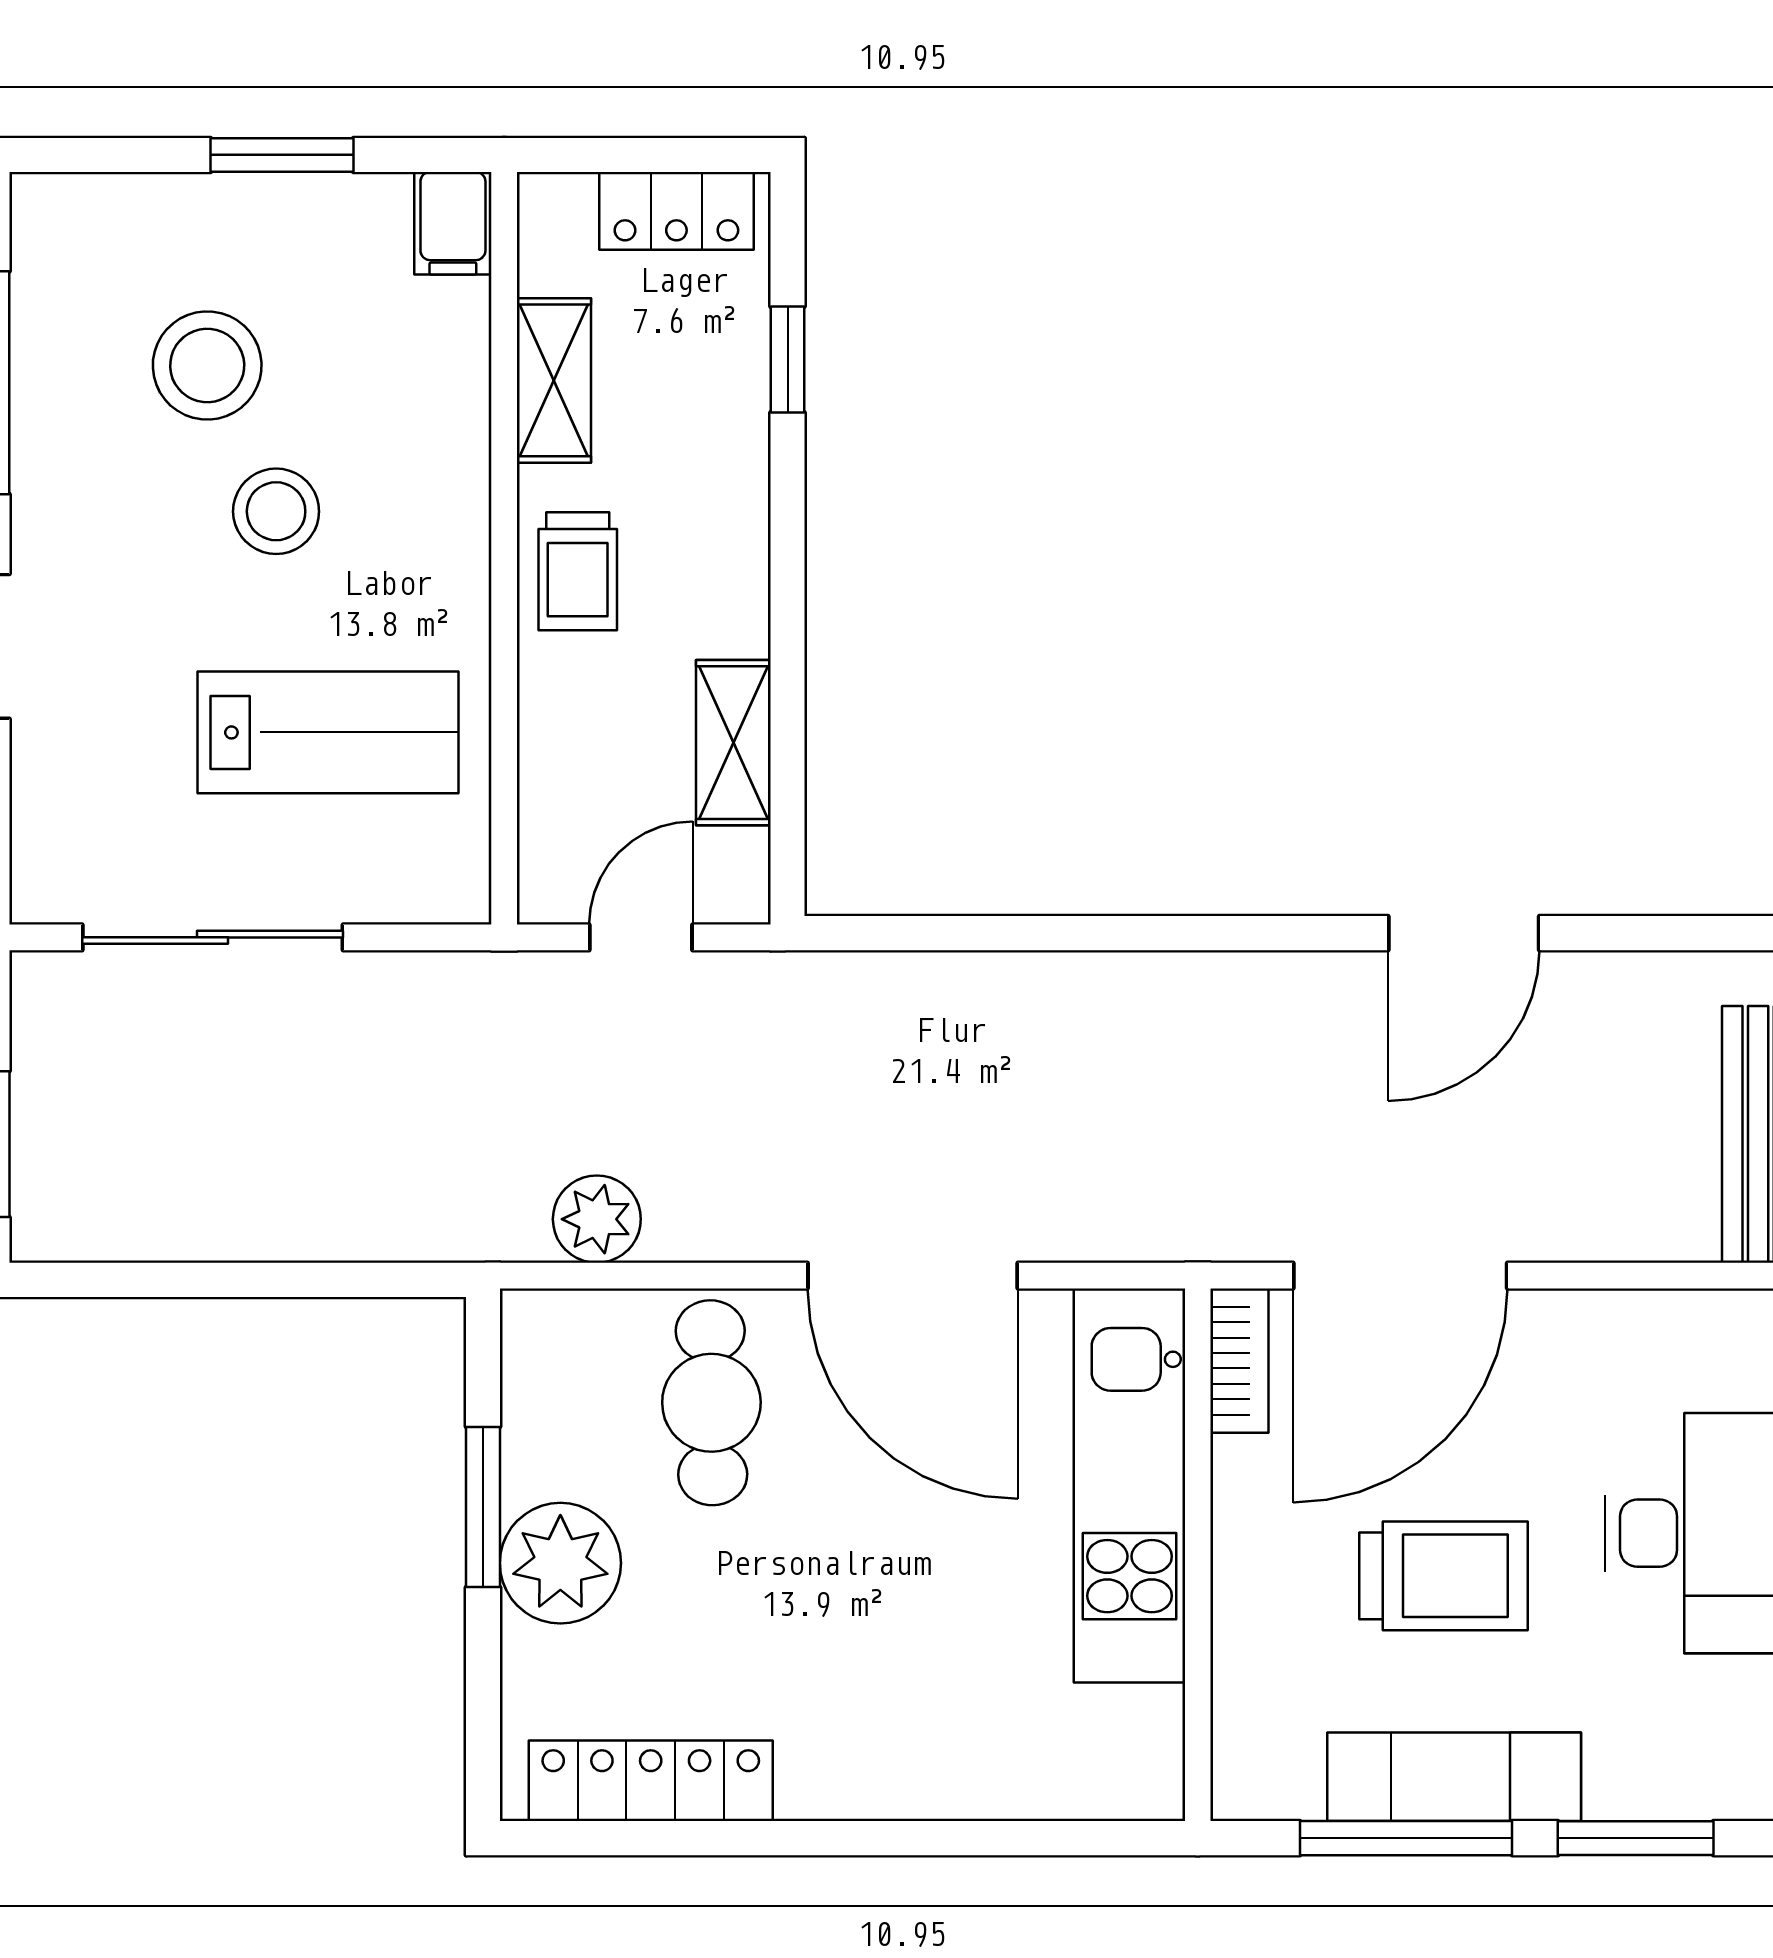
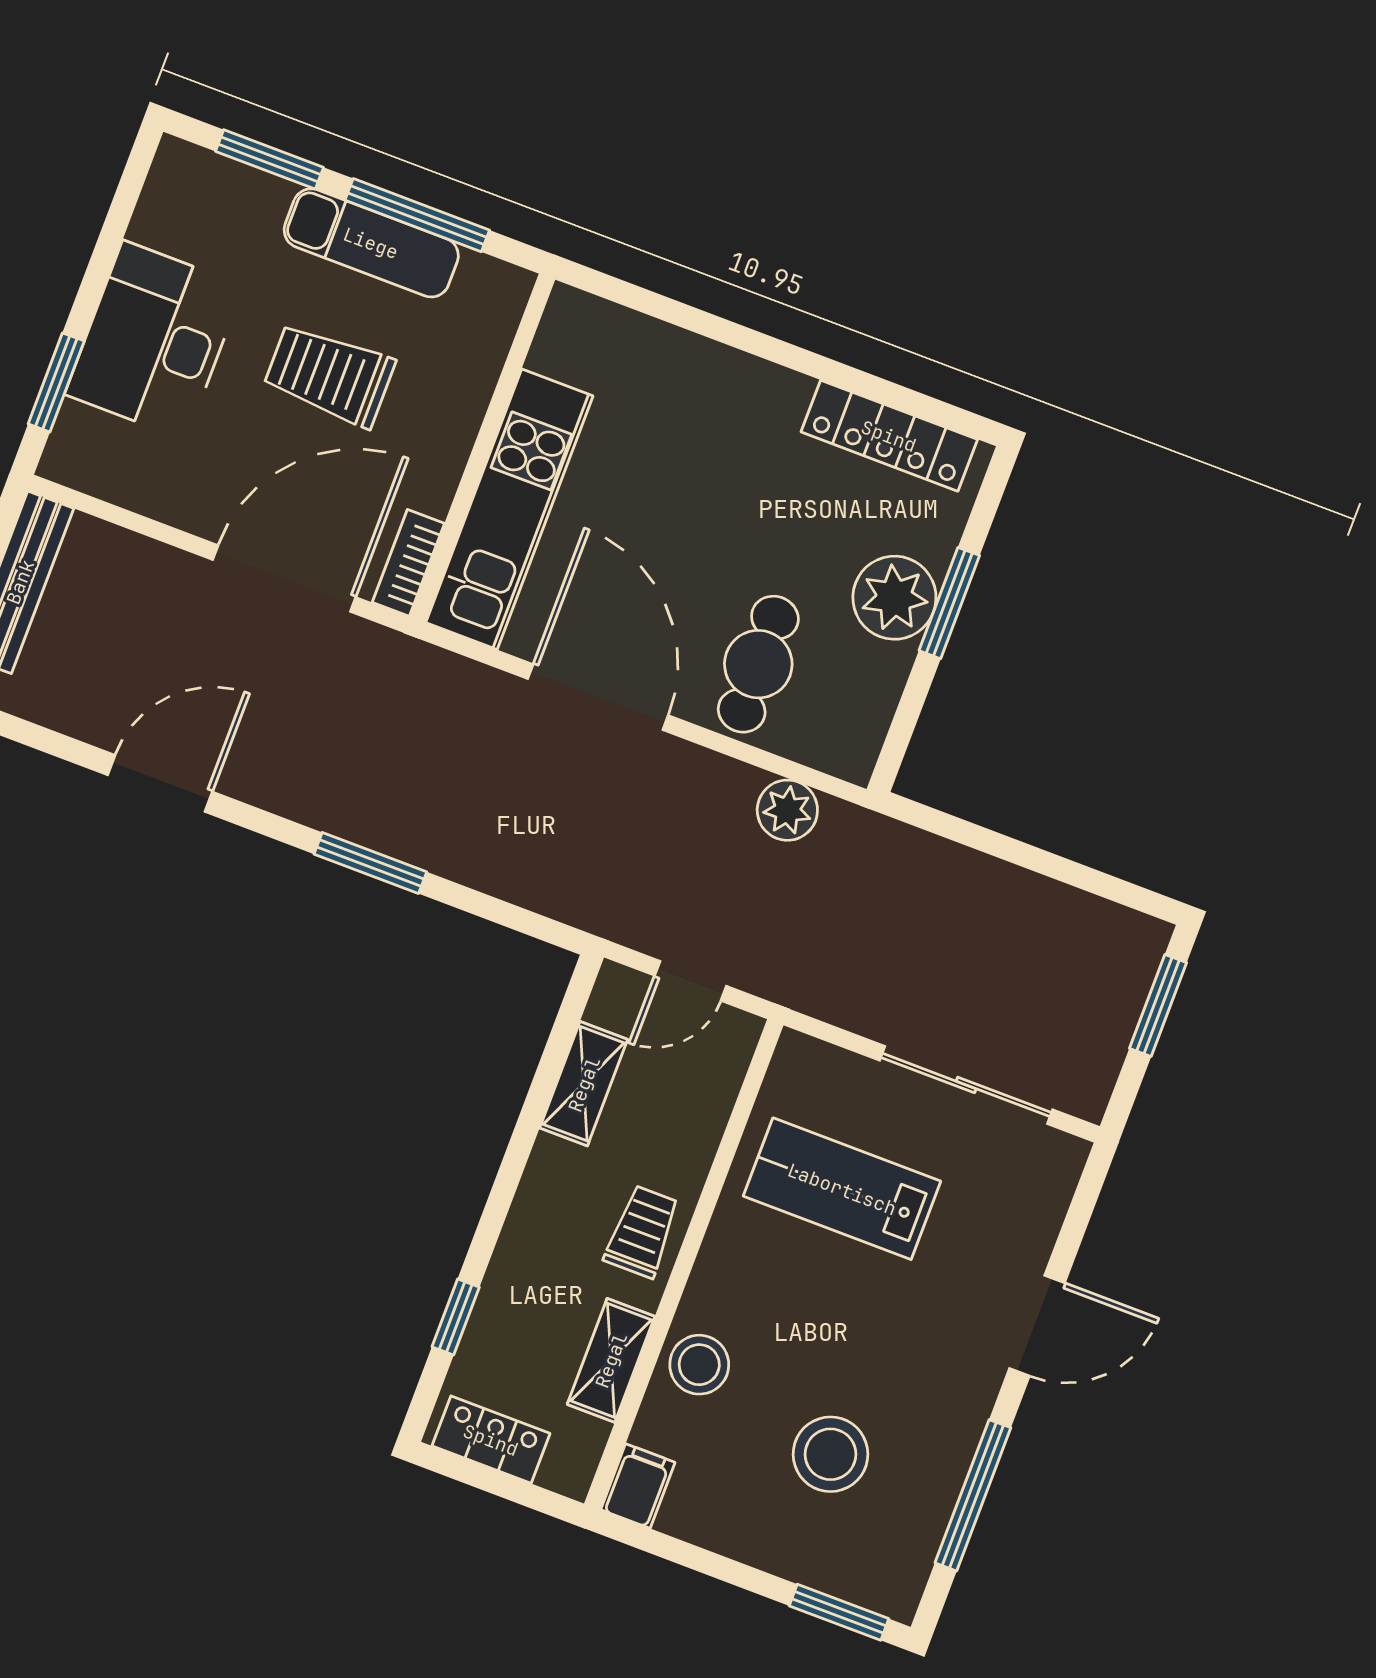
window: (282, 155) -> (839, 1612), moved
stool: (276, 511) -> (699, 1365), moved
window: (1137, 933) -> (370, 863), added
window: (483, 1507) -> (949, 603), moved

